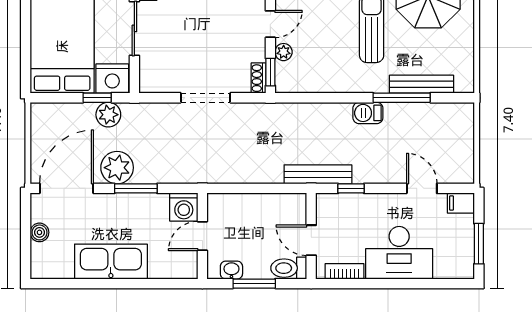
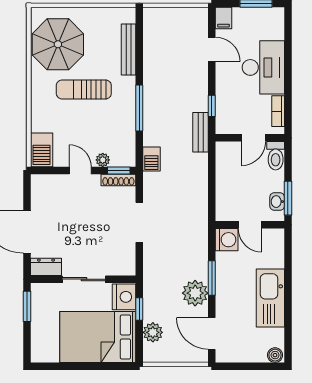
shoe rack: (259, 78) -> (118, 180), width x1.43
window: (402, 98) -> (139, 108), moved
barbecue: (368, 113) -> (151, 159), moved
plant: (108, 115) -> (153, 332), moved
bench: (318, 174) -> (201, 132), width x0.73
door: (67, 188) -> (212, 333), width x0.73
door: (422, 188) -> (212, 49), swing flipped
boiler: (39, 232) -> (275, 355), moved
window: (254, 284) -> (288, 198), moved

